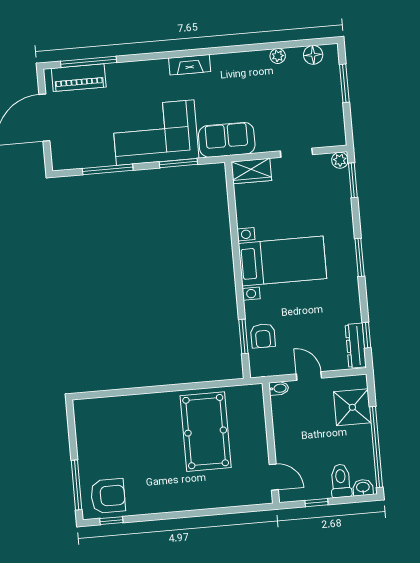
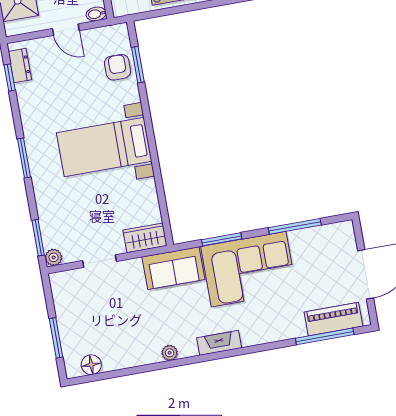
plant: (278, 56) -> (170, 353), moved
dresser: (356, 346) -> (20, 66), width x0.70

